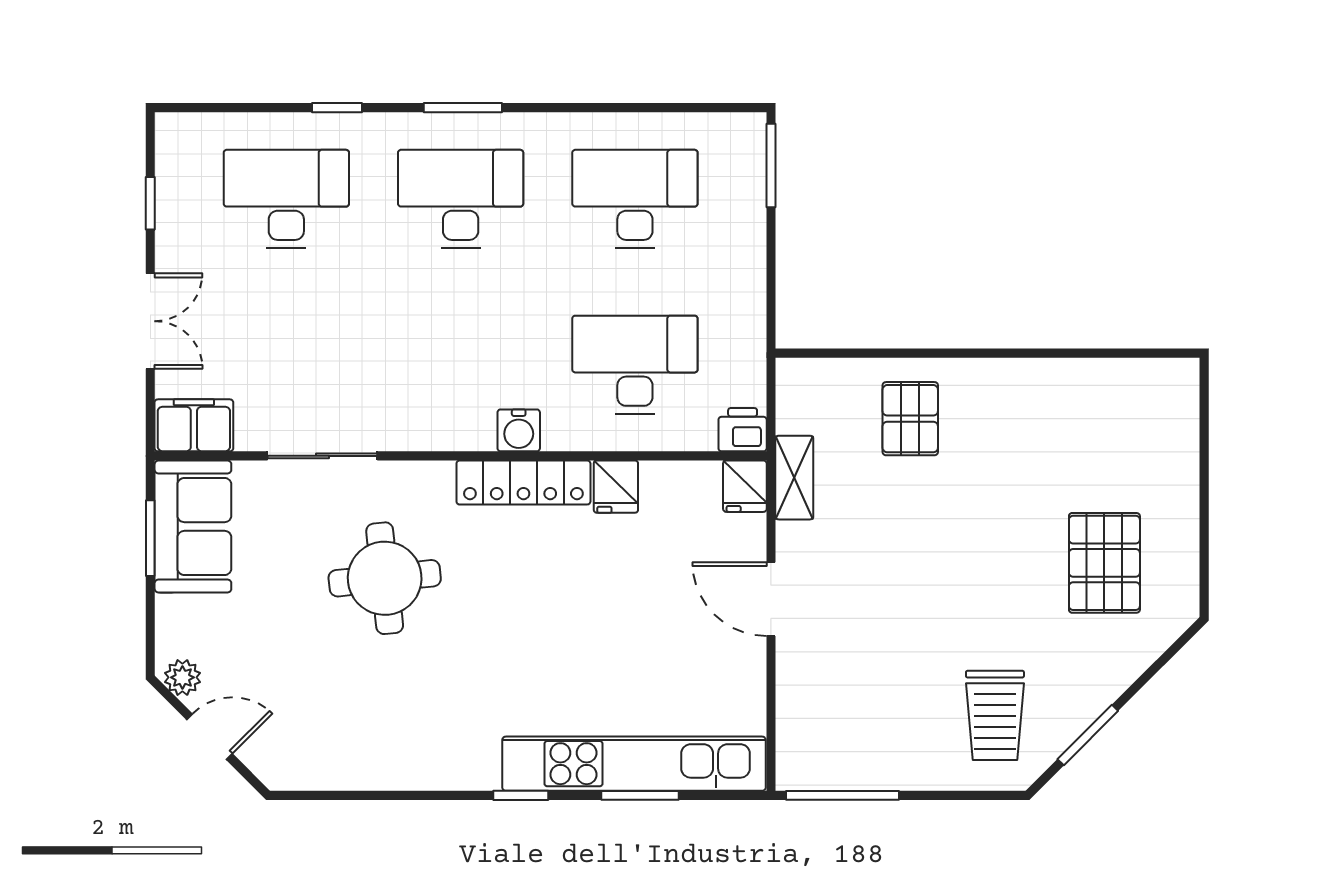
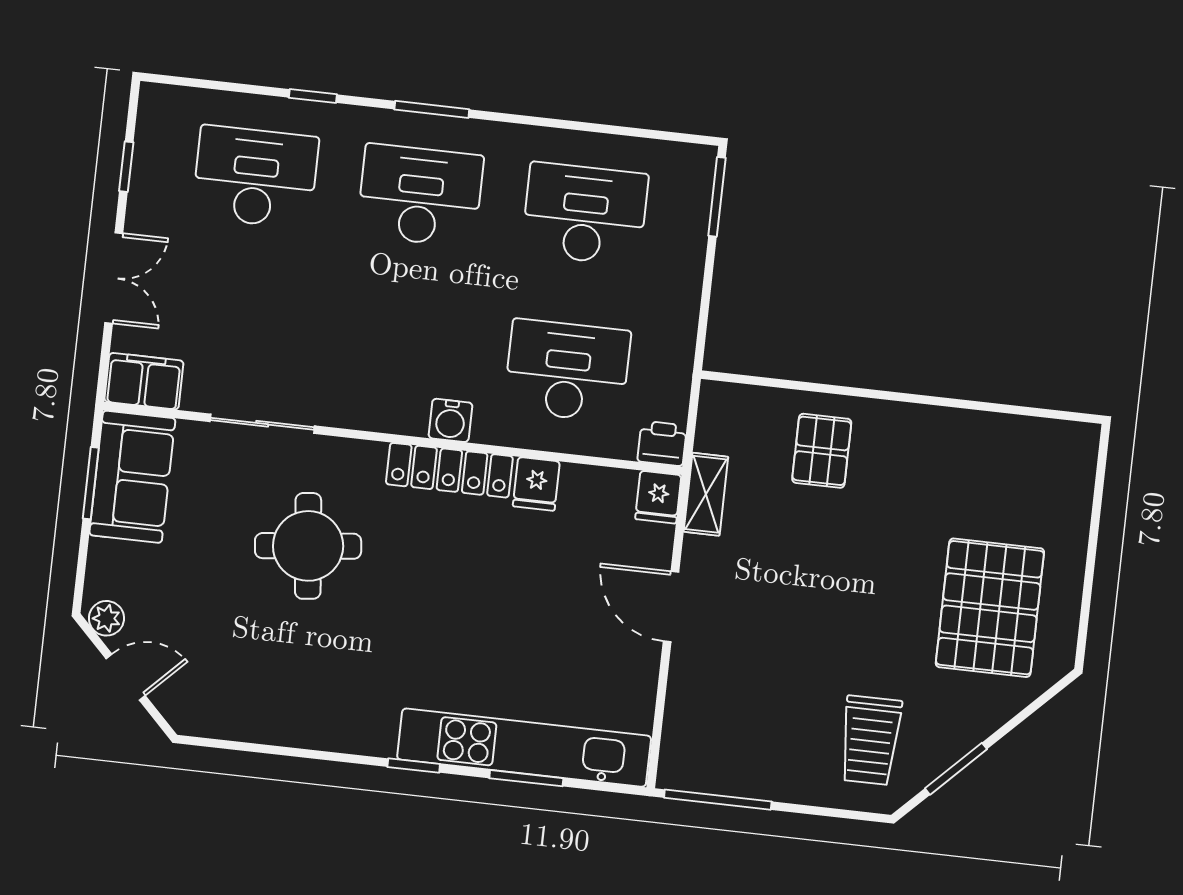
pallet: (1104, 563) -> (990, 608), width x1.37, depth x1.41

